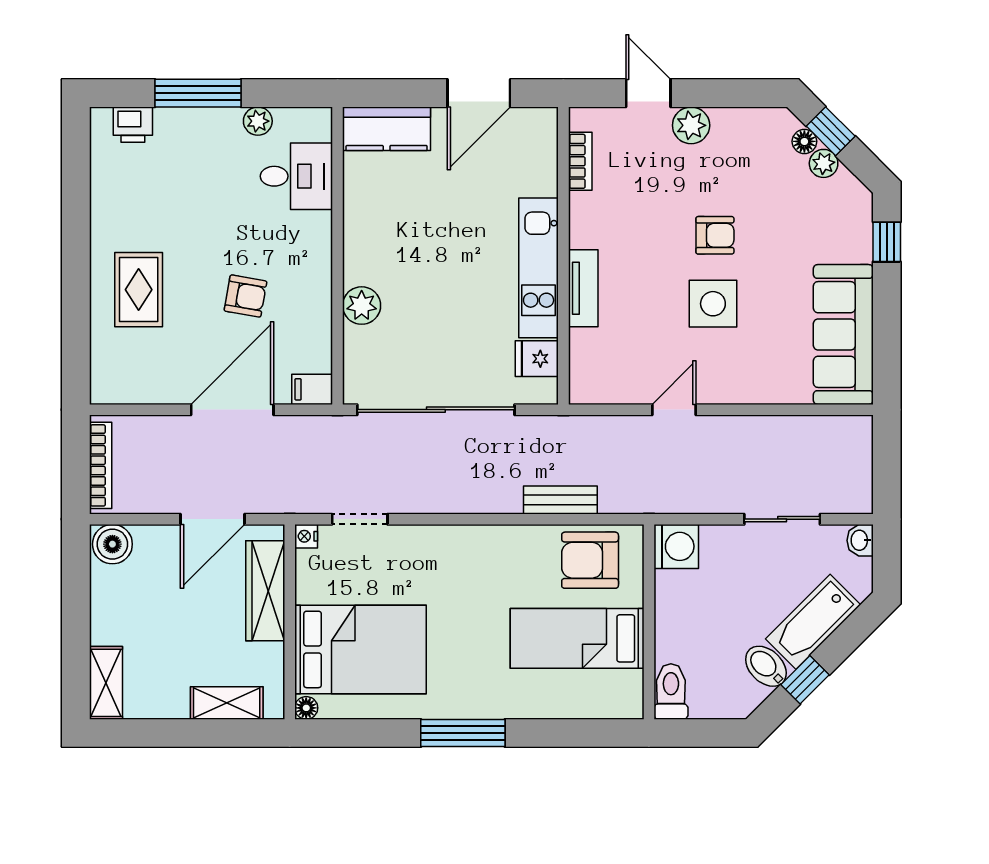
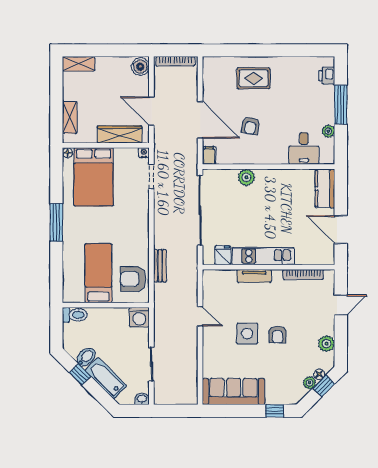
plant: (691, 125) -> (326, 344), moved
bookcase: (580, 161) -> (303, 275), width x1.56
armchair: (590, 560) -> (133, 279), turned -90

